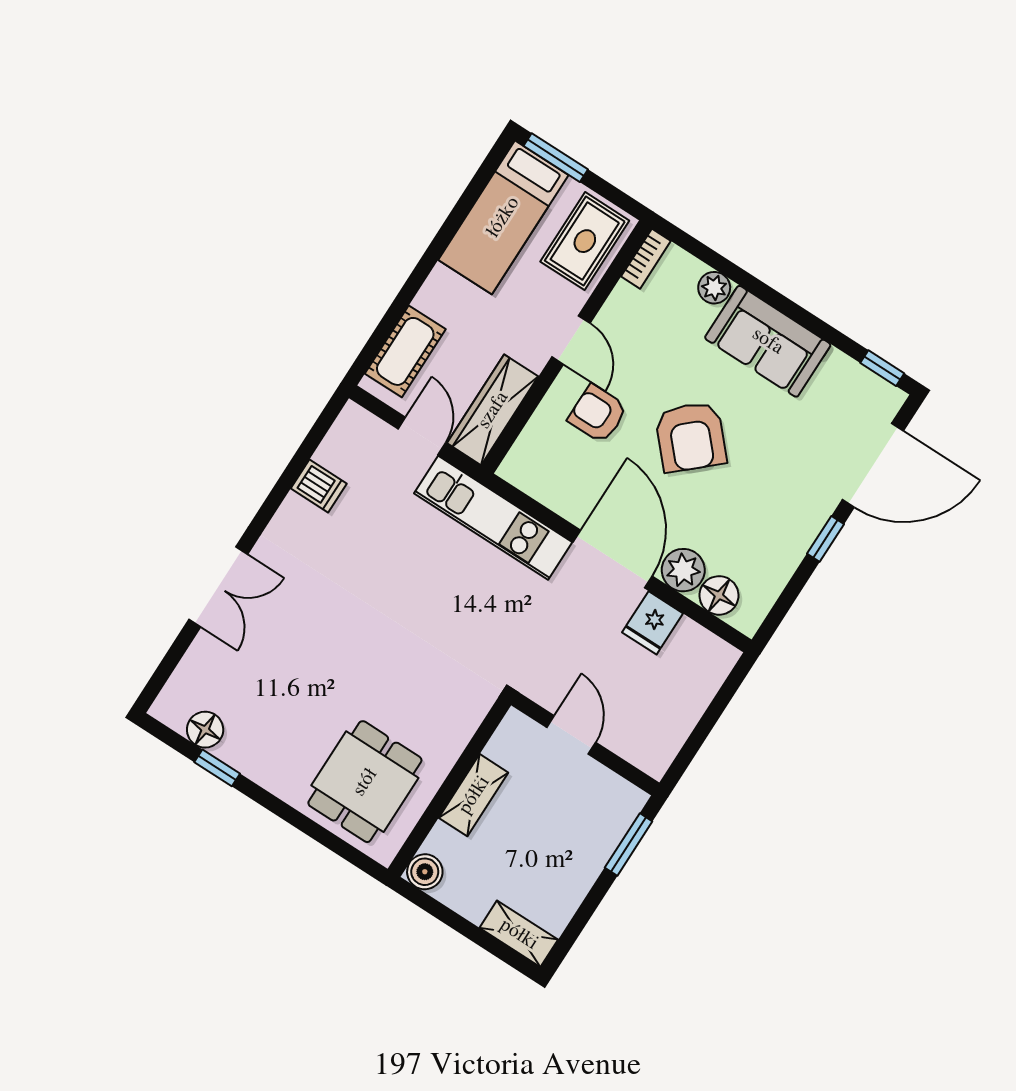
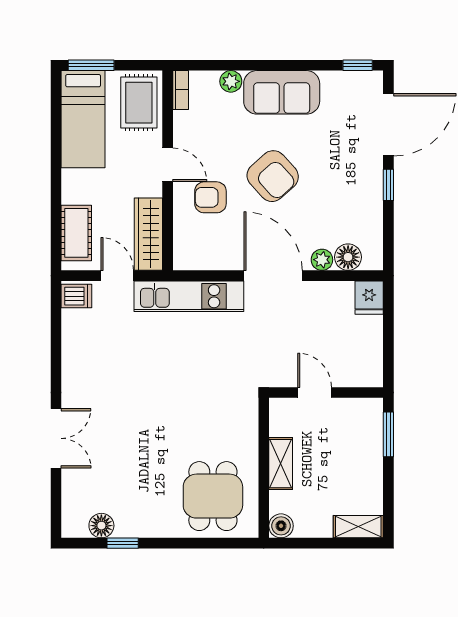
dishwasher: (319, 486) -> (76, 296), moved
plant: (683, 570) -> (322, 260), width x0.73, depth x0.73
fridge: (653, 623) -> (369, 298), moved

